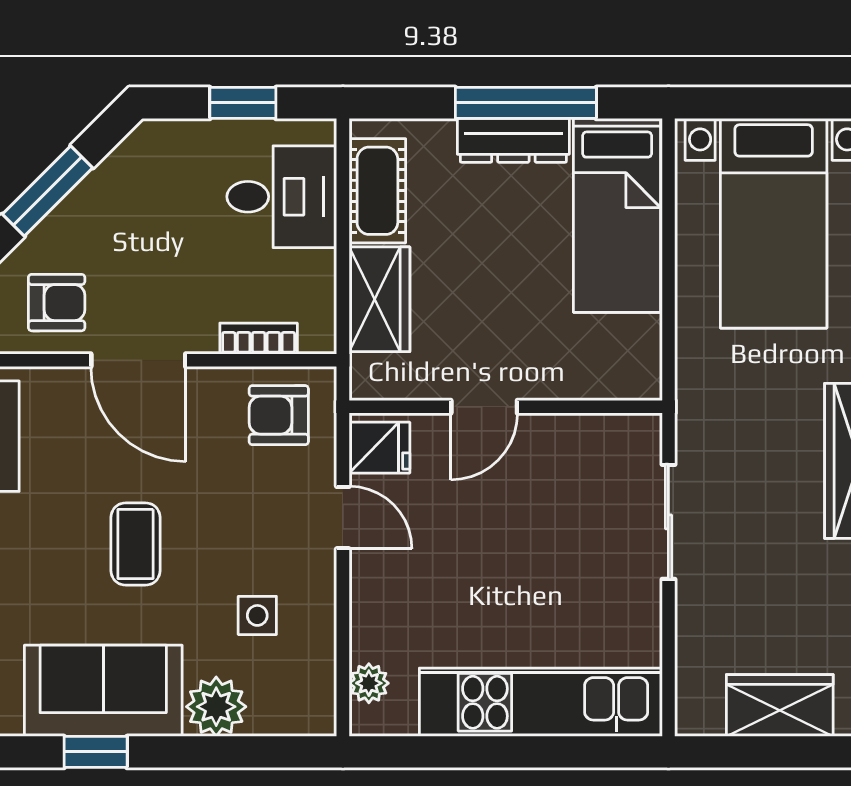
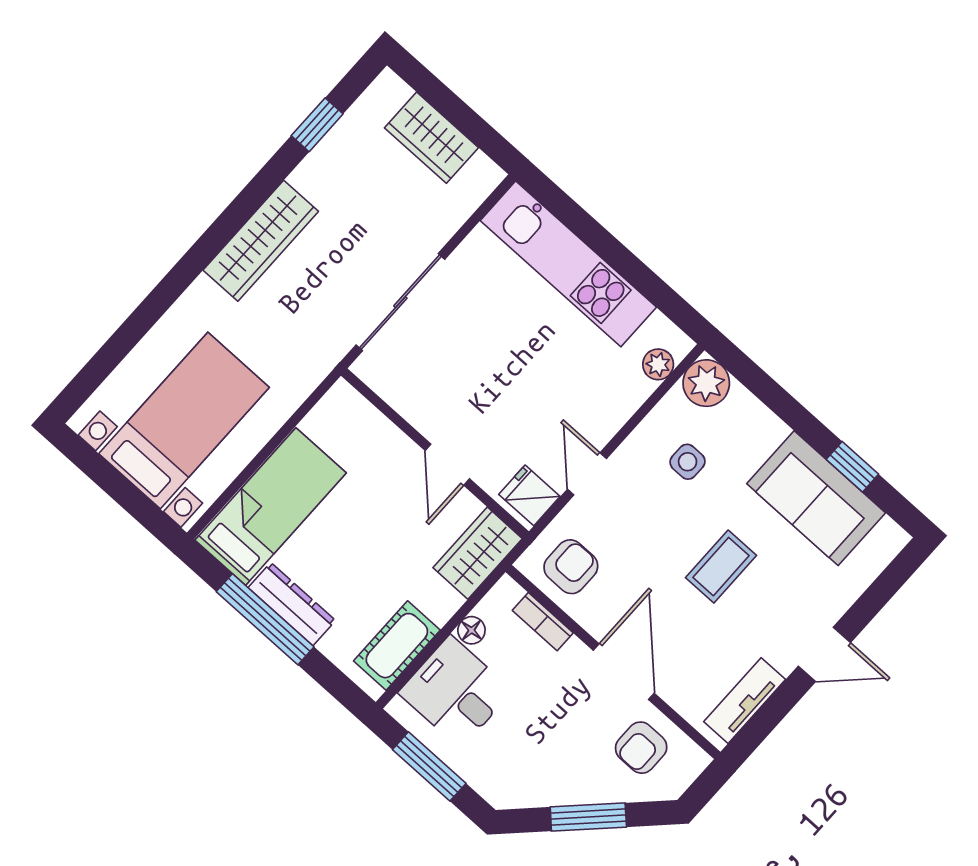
window: (243, 103) -> (429, 766), width x1.50
floor lamp: (319, 269) -> (471, 630), added
wardrobe: (379, 299) -> (478, 553), moved
armchair: (57, 303) -> (641, 748), turned -90
door: (484, 407) -> (447, 465), swing flipped
armchair: (279, 415) -> (571, 567), turned -90
sliding door: (668, 522) -> (400, 302), width x1.37
plant: (216, 707) -> (706, 383), moved

